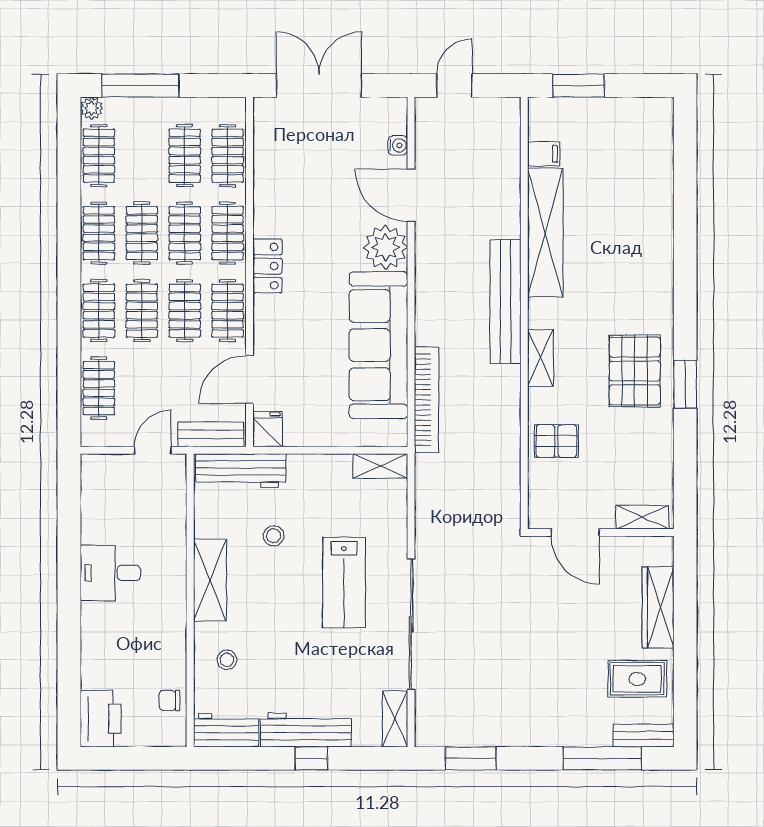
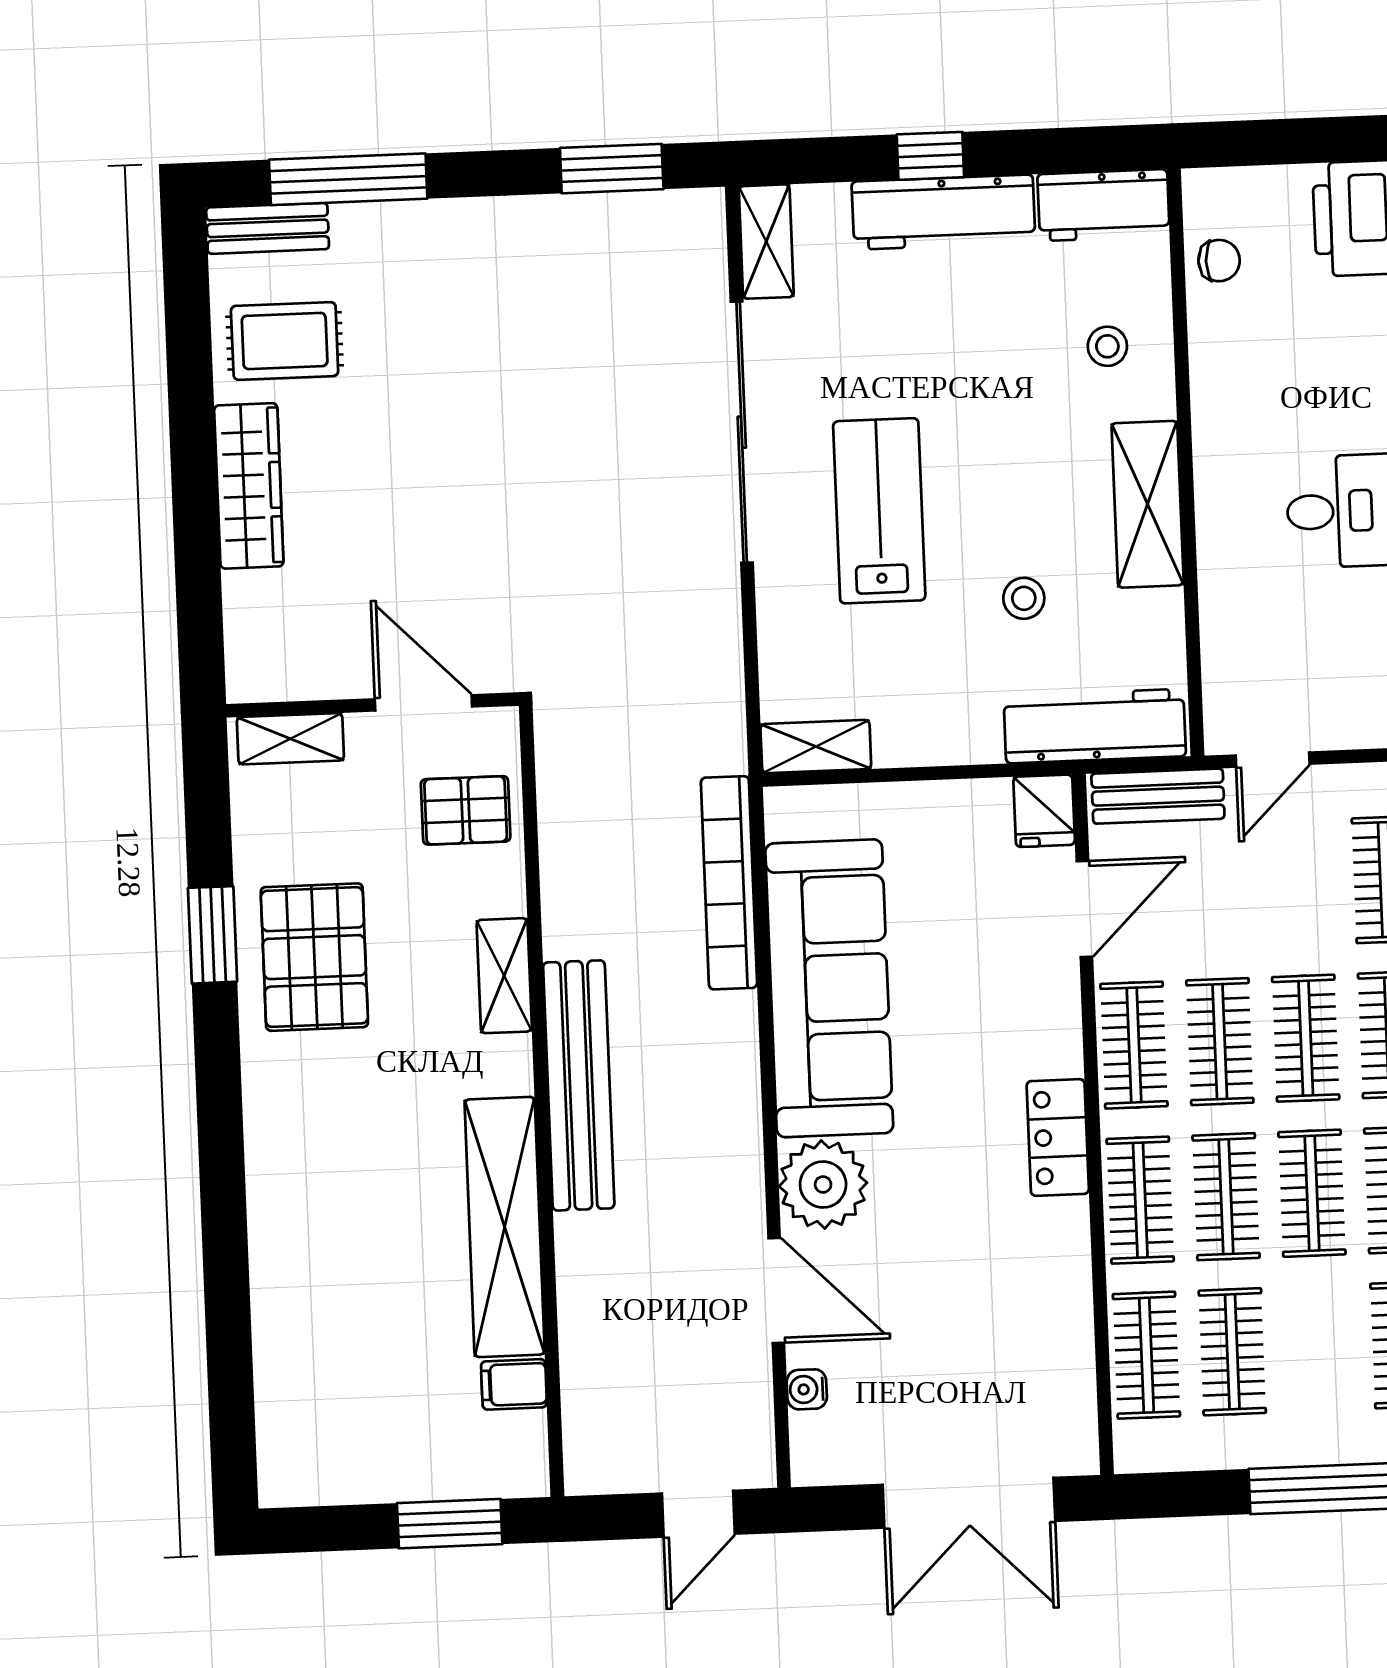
shelving: (642, 517) -> (290, 739), moved
door: (575, 532) -> (423, 703), moved
wall: (601, 532) -> (372, 705), moved

